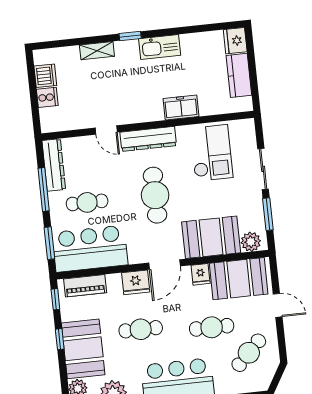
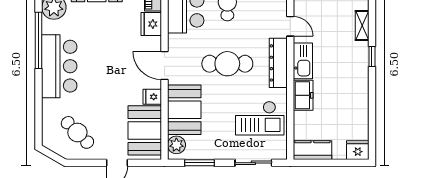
kitchen sink: (160, 47) -> (303, 61), moved, turned 180
kitchen counter: (239, 75) -> (312, 150), moved
door: (106, 130) -> (290, 26), swing flipped
sliding door: (263, 169) -> (253, 163), moved
fridge: (136, 282) -> (151, 24), moved
cafe table: (212, 327) -> (104, 102), removed
cafe table: (141, 329) -> (109, 38), removed

